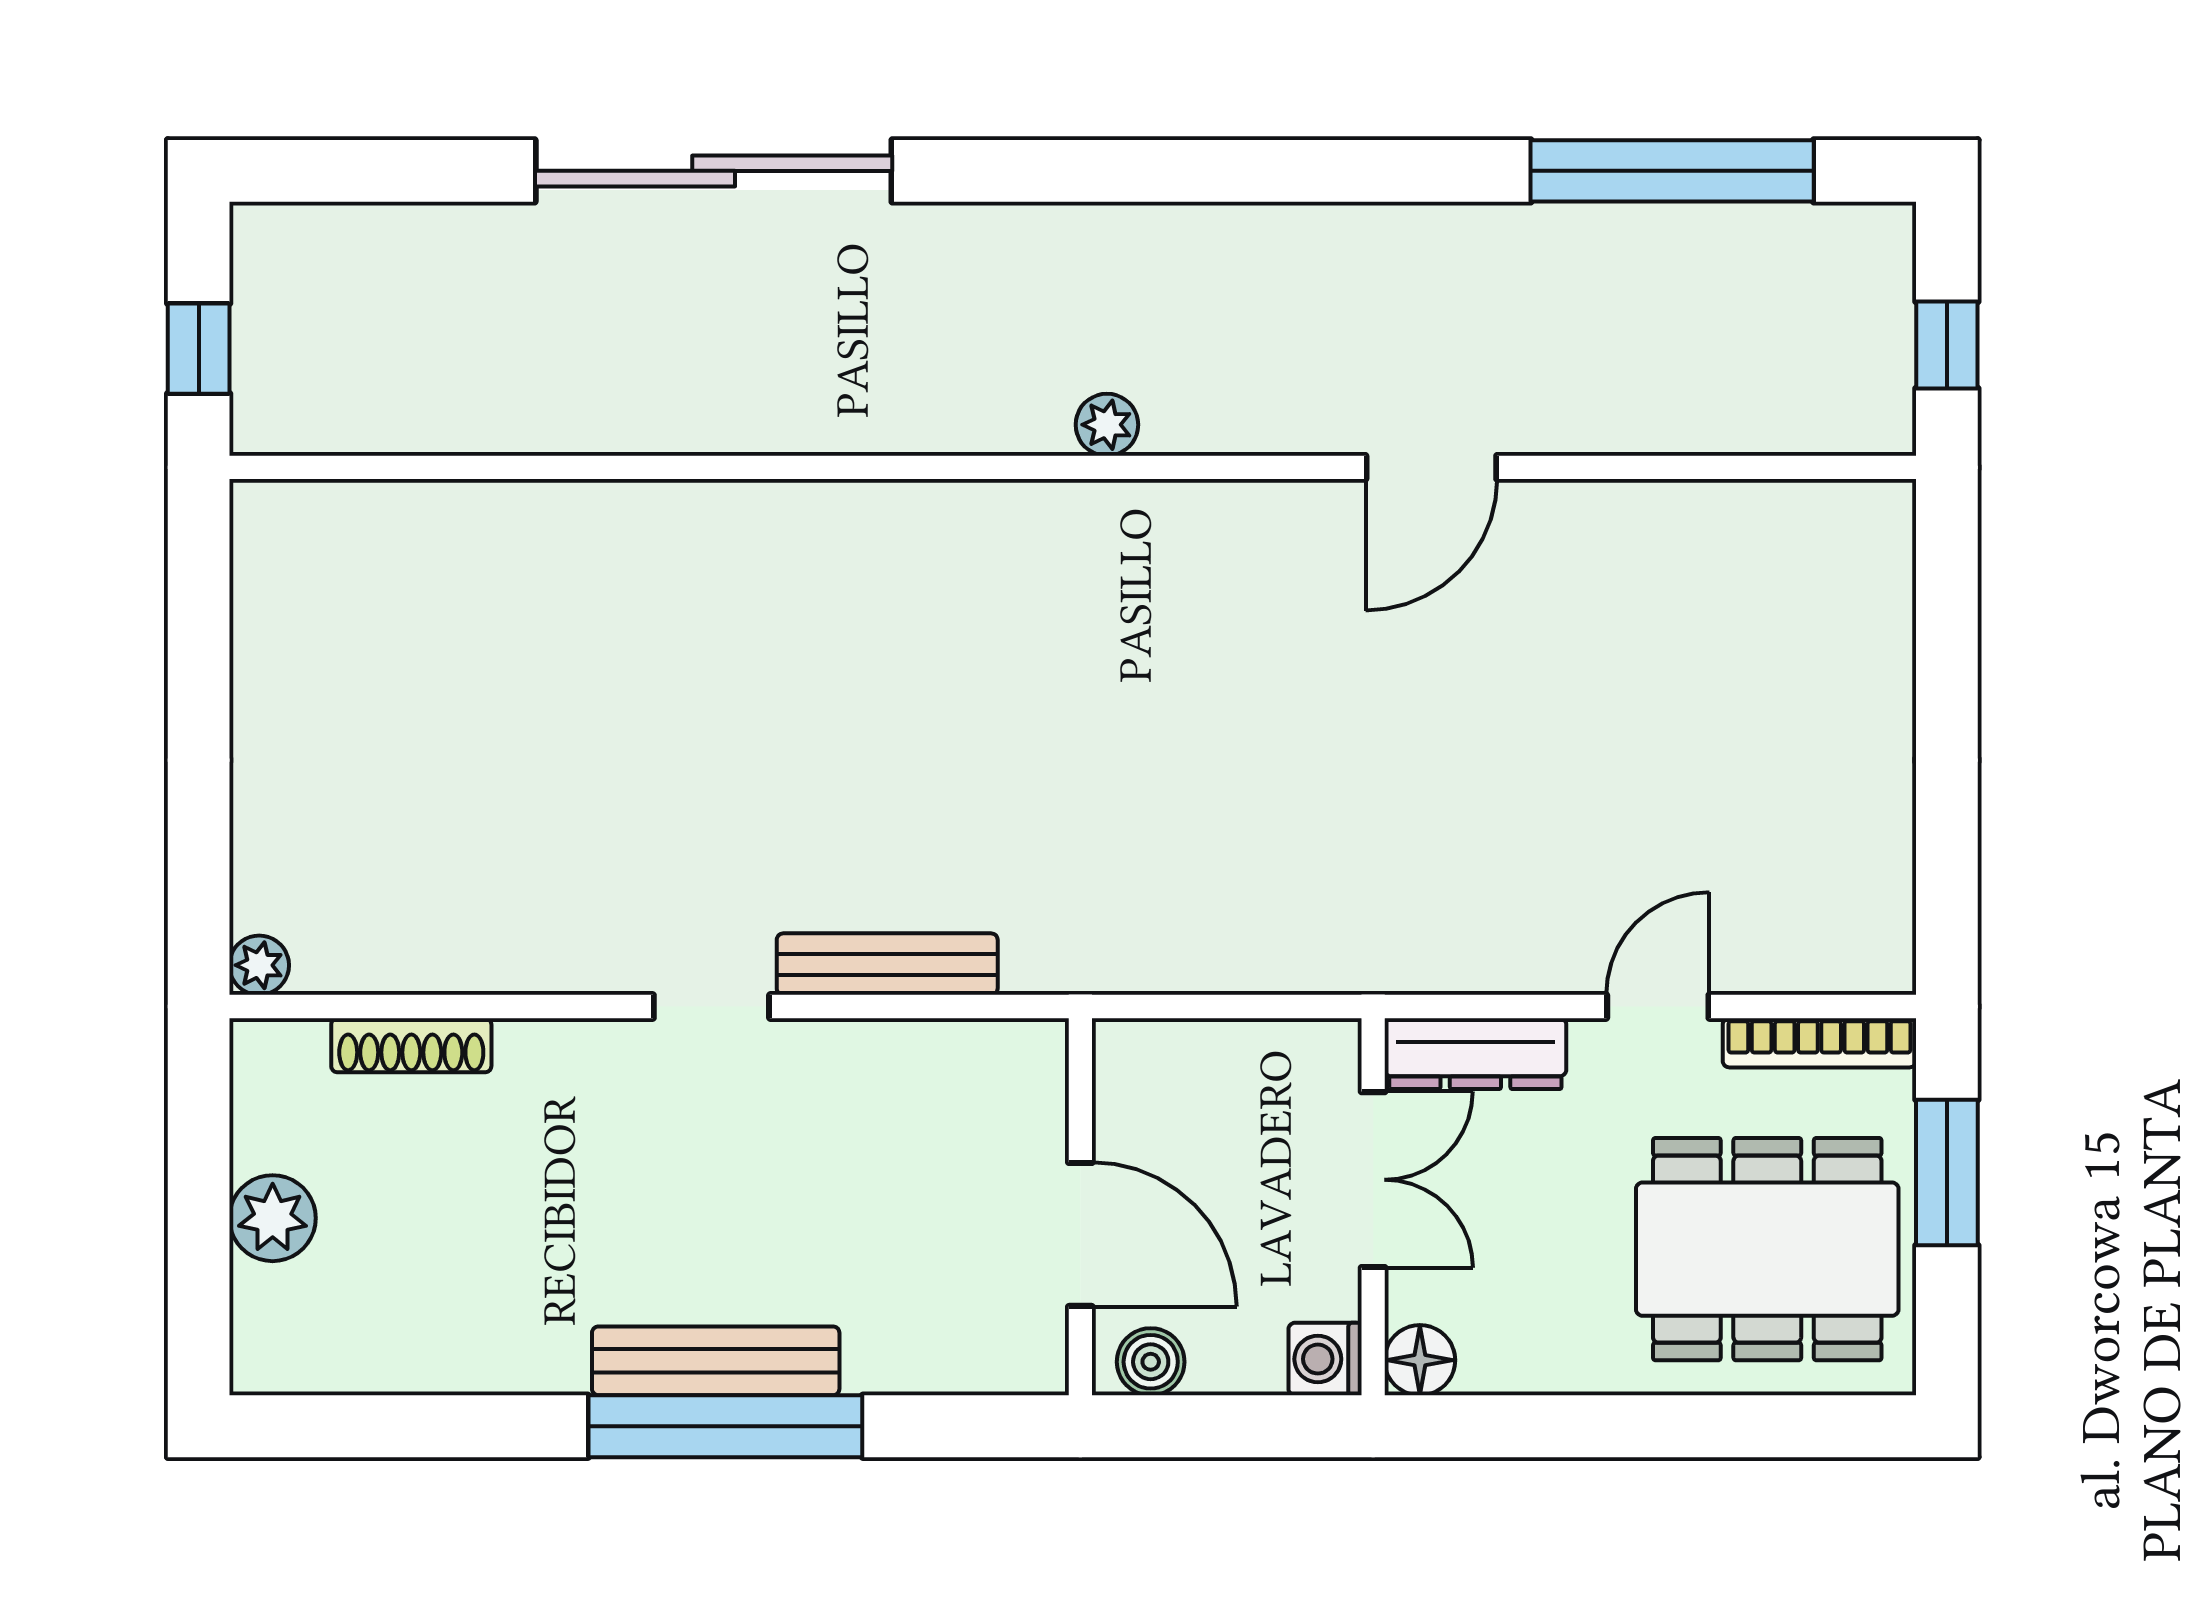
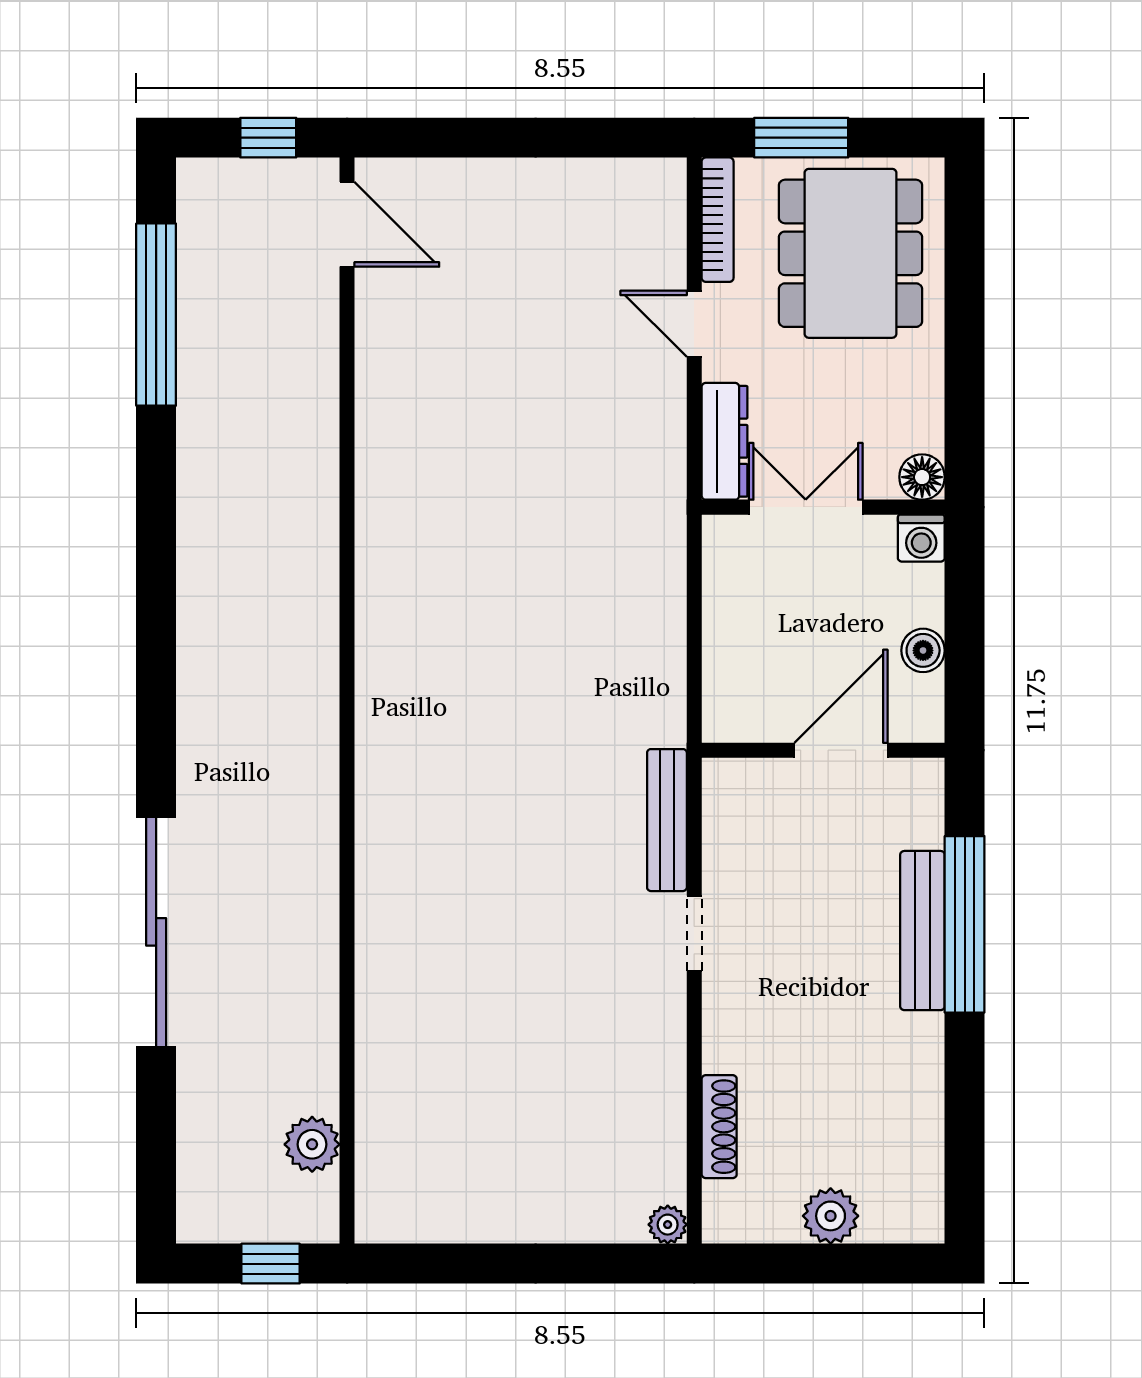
plant: (1107, 425) -> (312, 1144), moved, width x1.38, depth x1.38
door: (1431, 467) -> (347, 224), moved
wall: (1080, 1207) -> (823, 750), moved
door: (1080, 1234) -> (841, 750), moved

